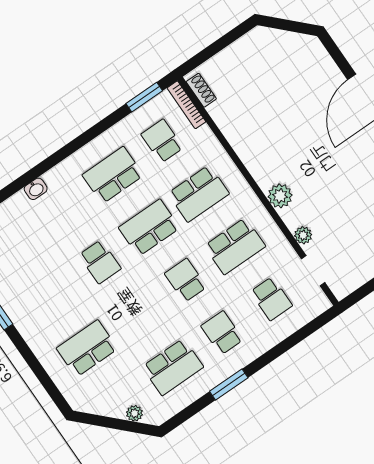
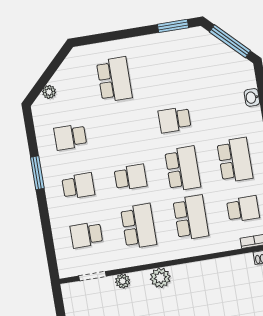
school desk: (199, 194) -> (191, 218), turned 180
school desk: (235, 246) -> (139, 226), turned 180
school desk: (173, 367) -> (70, 137), width x0.54

